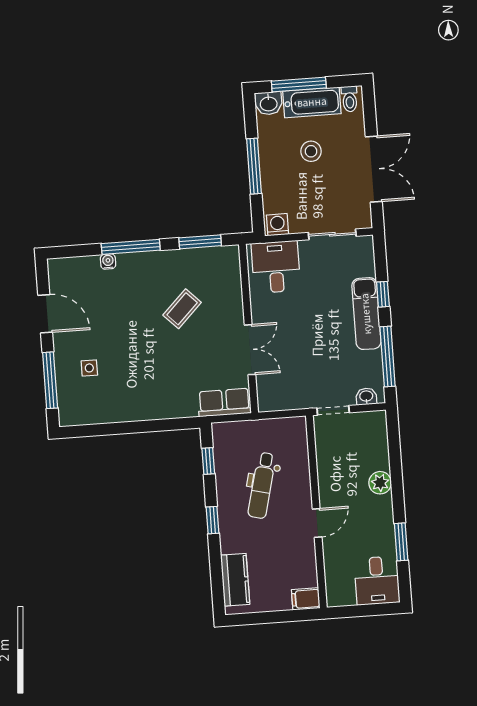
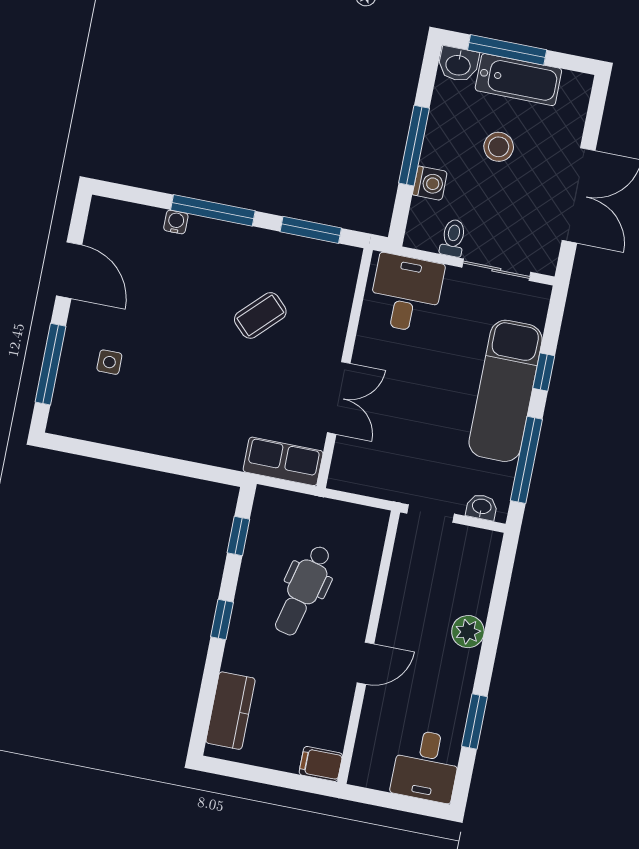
toilet: (350, 99) -> (453, 238), moved, turned 180
washing machine: (277, 225) -> (430, 183), moved, turned 90
exam couch: (366, 314) -> (505, 391), width x1.36, depth x1.45

